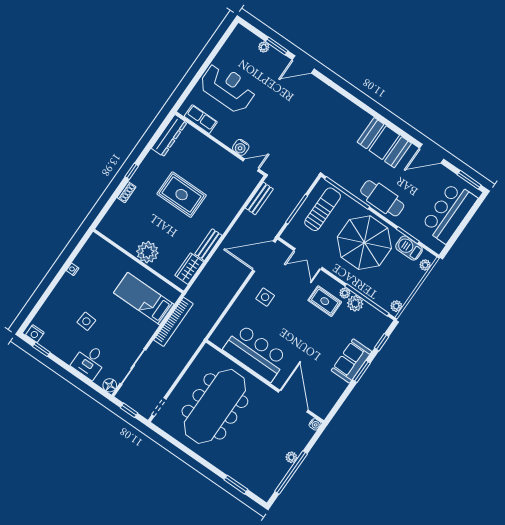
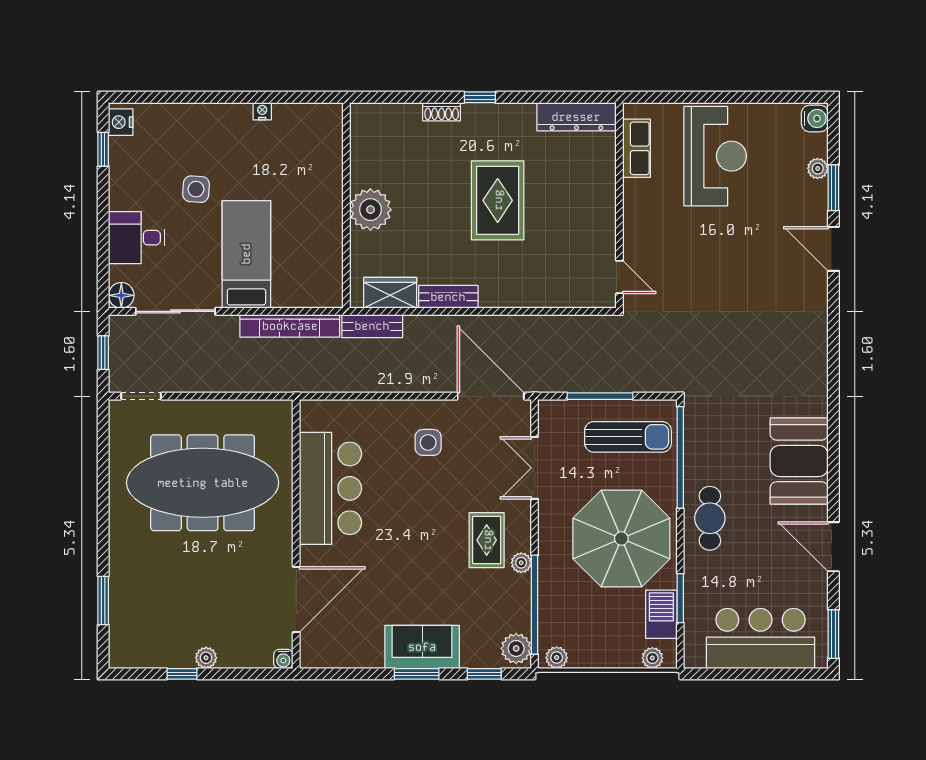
water cooler: (241, 147) -> (815, 119), moved, turned 180
cafe table: (382, 198) -> (710, 518), width x0.73, depth x0.74
bench: (259, 199) -> (372, 326), moved
bed: (144, 299) -> (246, 254), moved
plant: (355, 303) -> (516, 648), moved
window: (291, 473) -> (182, 674), width x0.32

